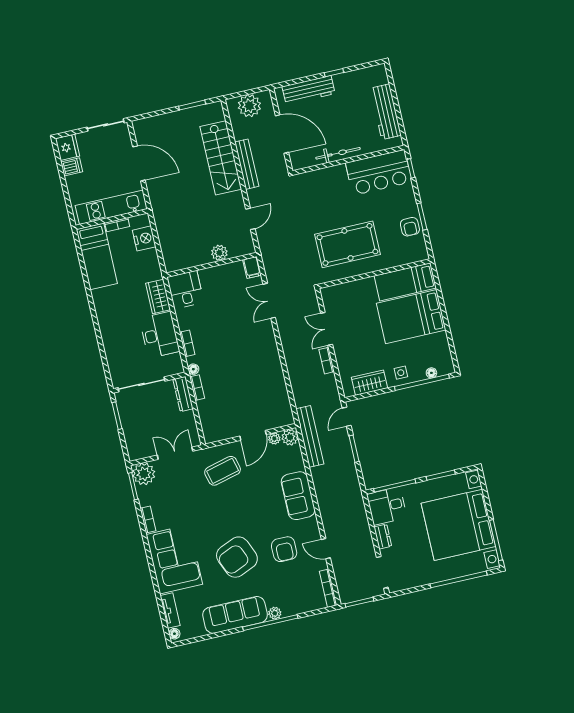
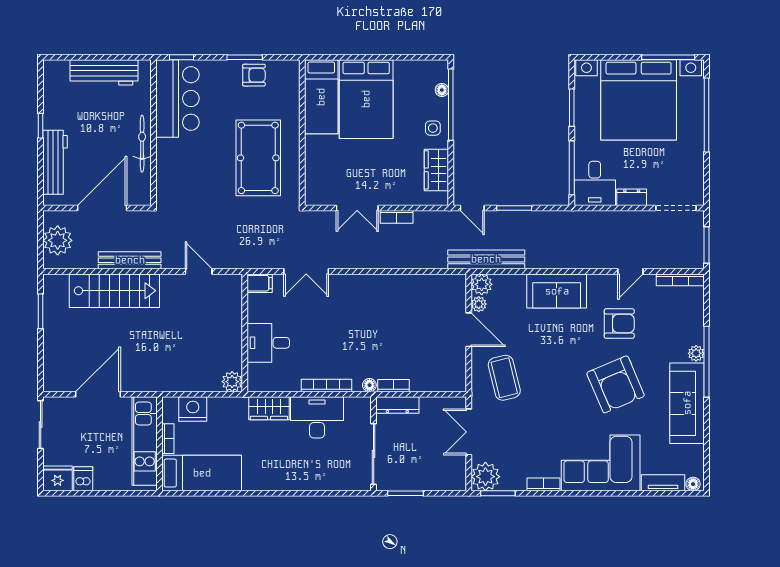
plant: (219, 253) -> (232, 382), moved
desk: (185, 290) -> (268, 343), moved
bookcase: (187, 343) -> (326, 385), width x1.56

